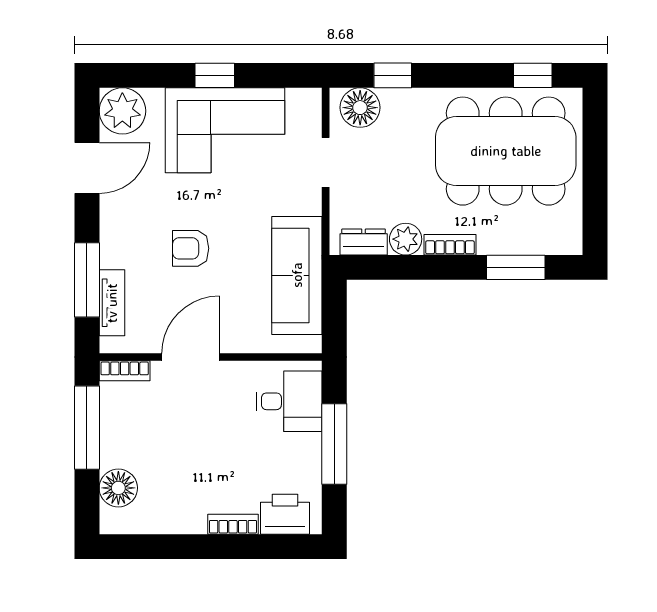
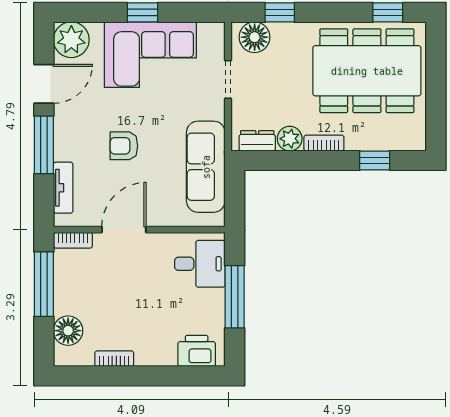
window: (516, 267) -> (375, 161), width x0.67
window: (87, 280) -> (44, 145), moved
bookcase: (233, 524) -> (114, 359), moved

